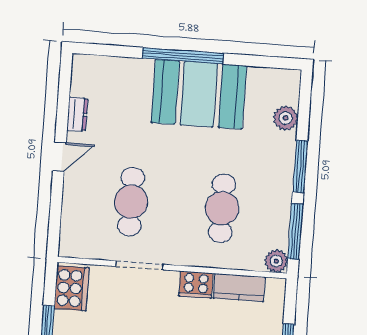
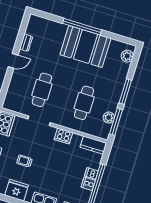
plant: (286, 118) -> (127, 56), moved
plant: (276, 261) -> (109, 118), moved
kitchen counter: (239, 288) -> (93, 145), moved

